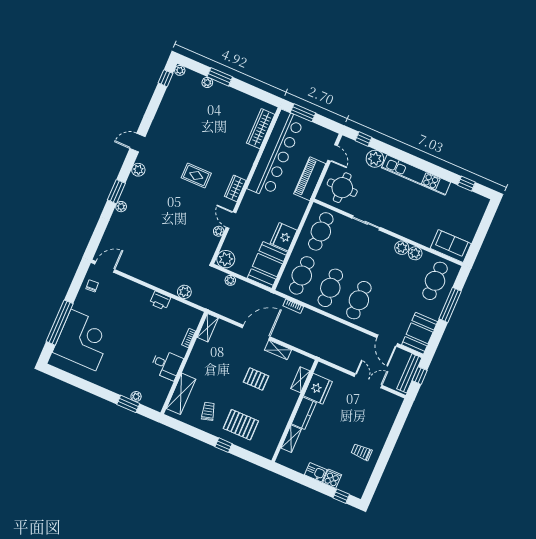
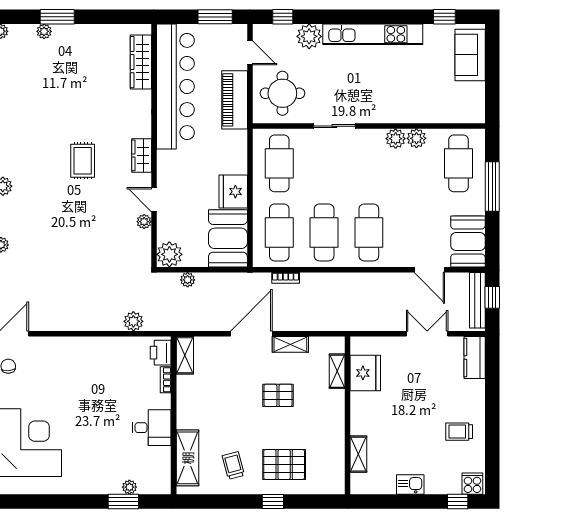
window: (303, 113) -> (215, 17), moved
rug: (196, 176) -> (83, 161), turned 90
sofa: (451, 246) -> (470, 55), moved, turned -90
printer: (160, 301) -> (161, 353), moved, turned 90
kitchen counter: (304, 413) -> (475, 357), moved, turned 180
cooker: (332, 479) -> (472, 484), moved

